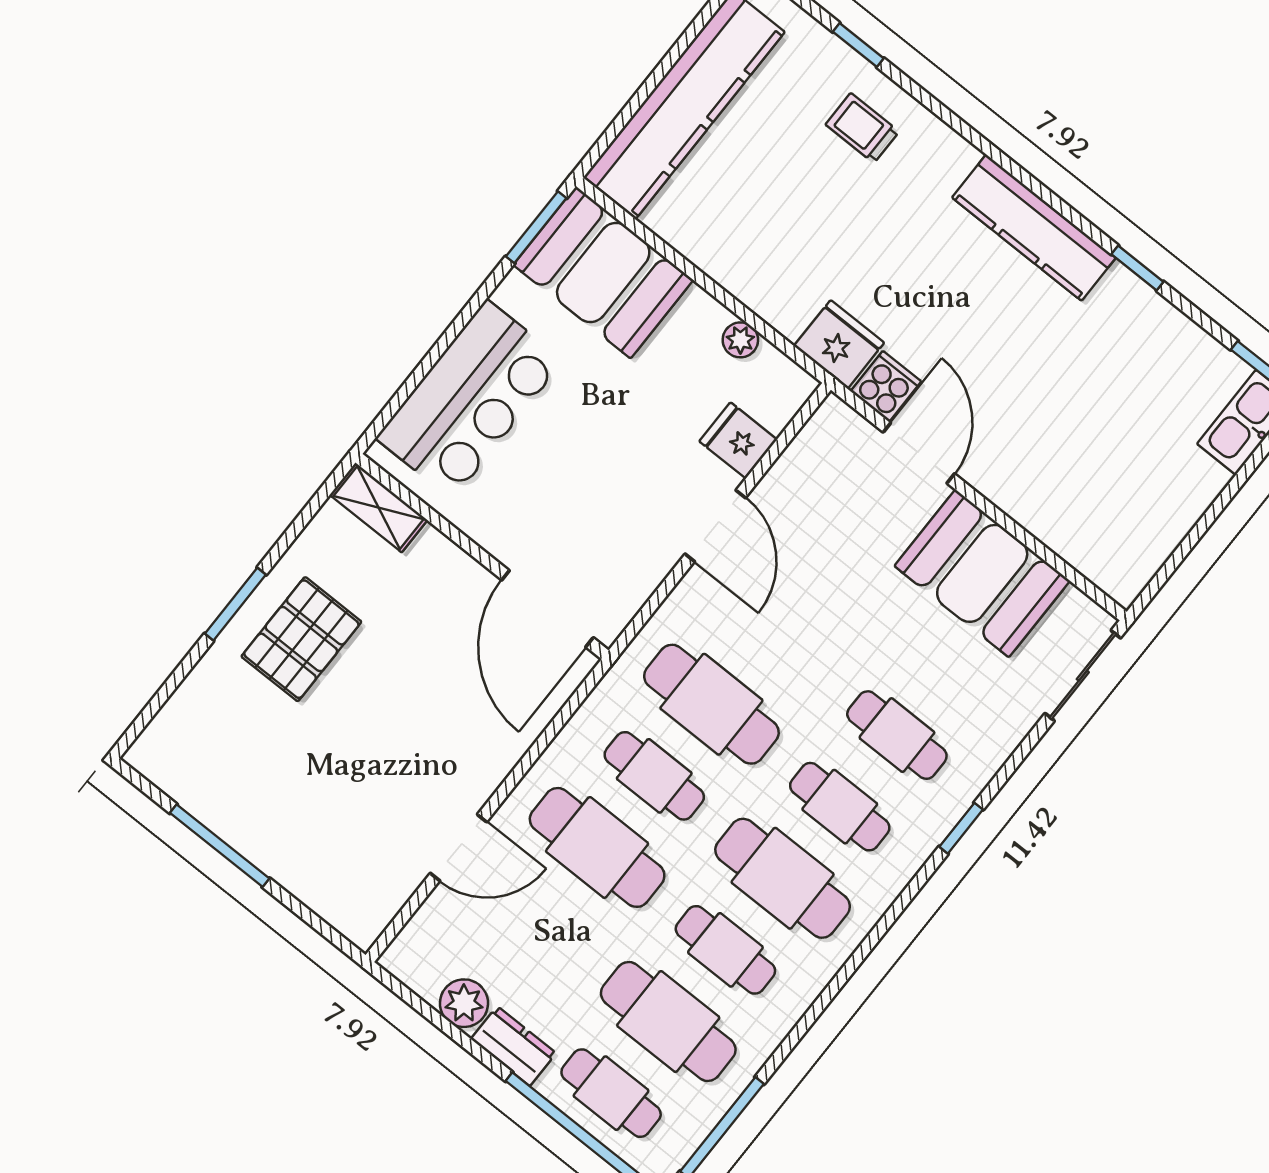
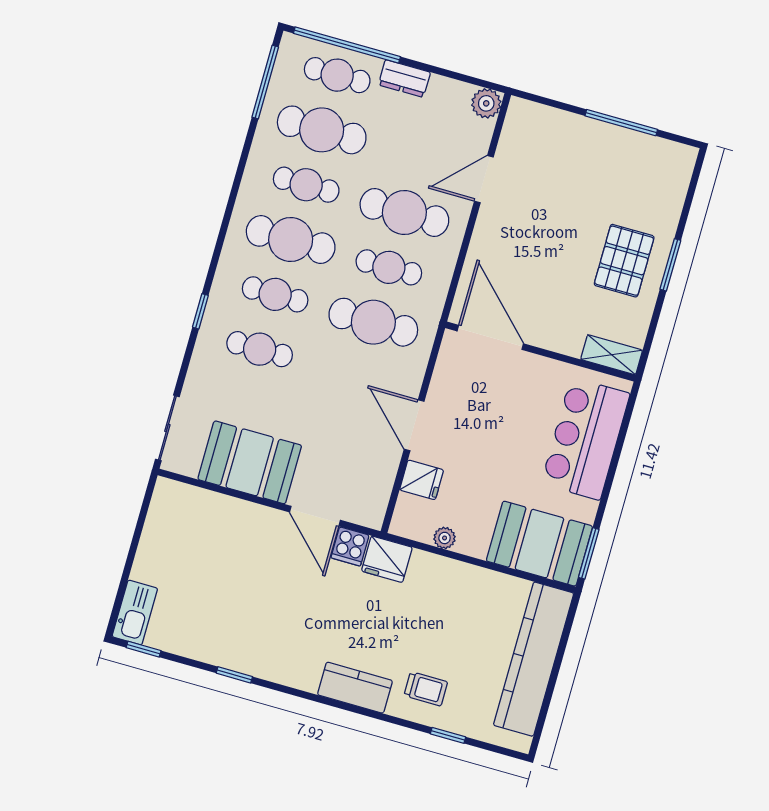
kitchen counter: (1034, 228) -> (355, 688), moved, width x0.67
plant: (464, 1003) -> (486, 103), moved

